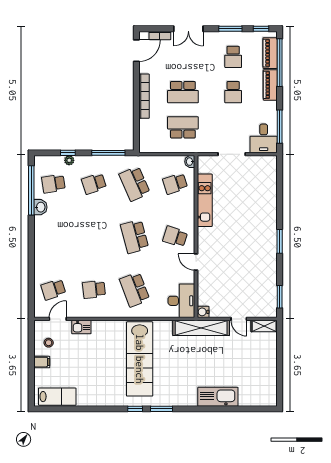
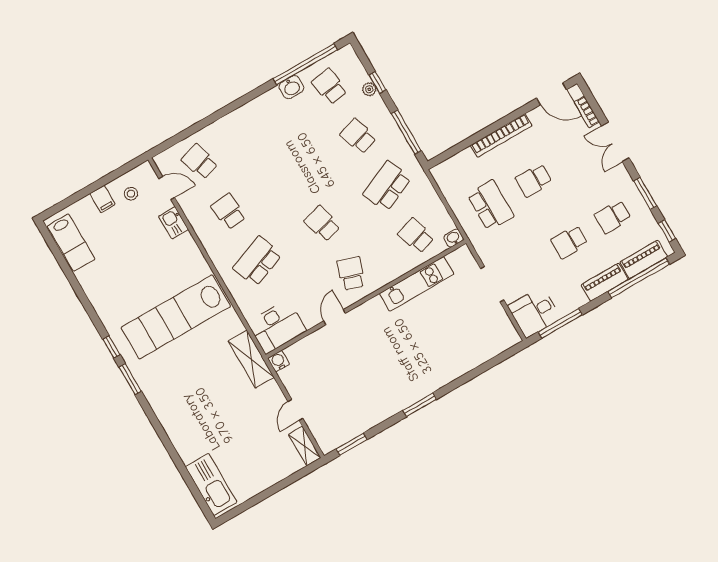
school desk: (183, 92) -> (534, 180), width x0.54
school desk: (135, 237) -> (322, 224), width x0.54
shelving: (201, 328) -> (251, 359), width x0.68
kitchen sink: (218, 397) -> (211, 484), moved

